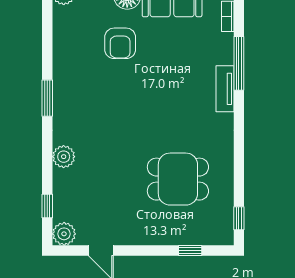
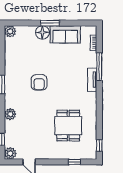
armchair: (120, 43) -> (39, 82), moved
dining table: (178, 179) -> (68, 126), turned 90

